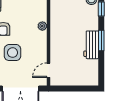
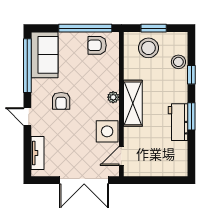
shelving: (57, 31) -> (133, 103), added
side table: (13, 53) -> (107, 131), moved

